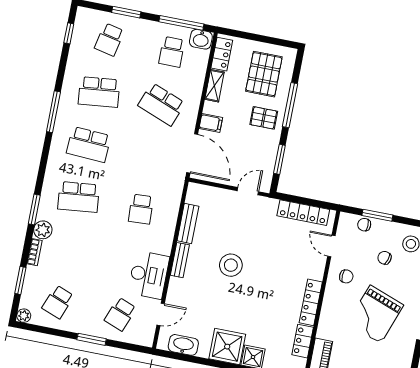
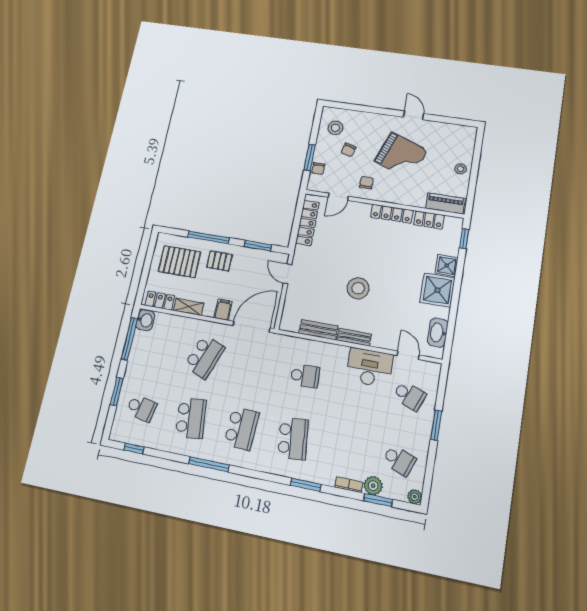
school desk: (172, 52) -> (156, 348), removed
pallet: (264, 118) -> (220, 261), turned 90
plant: (43, 230) -> (373, 486), moved

